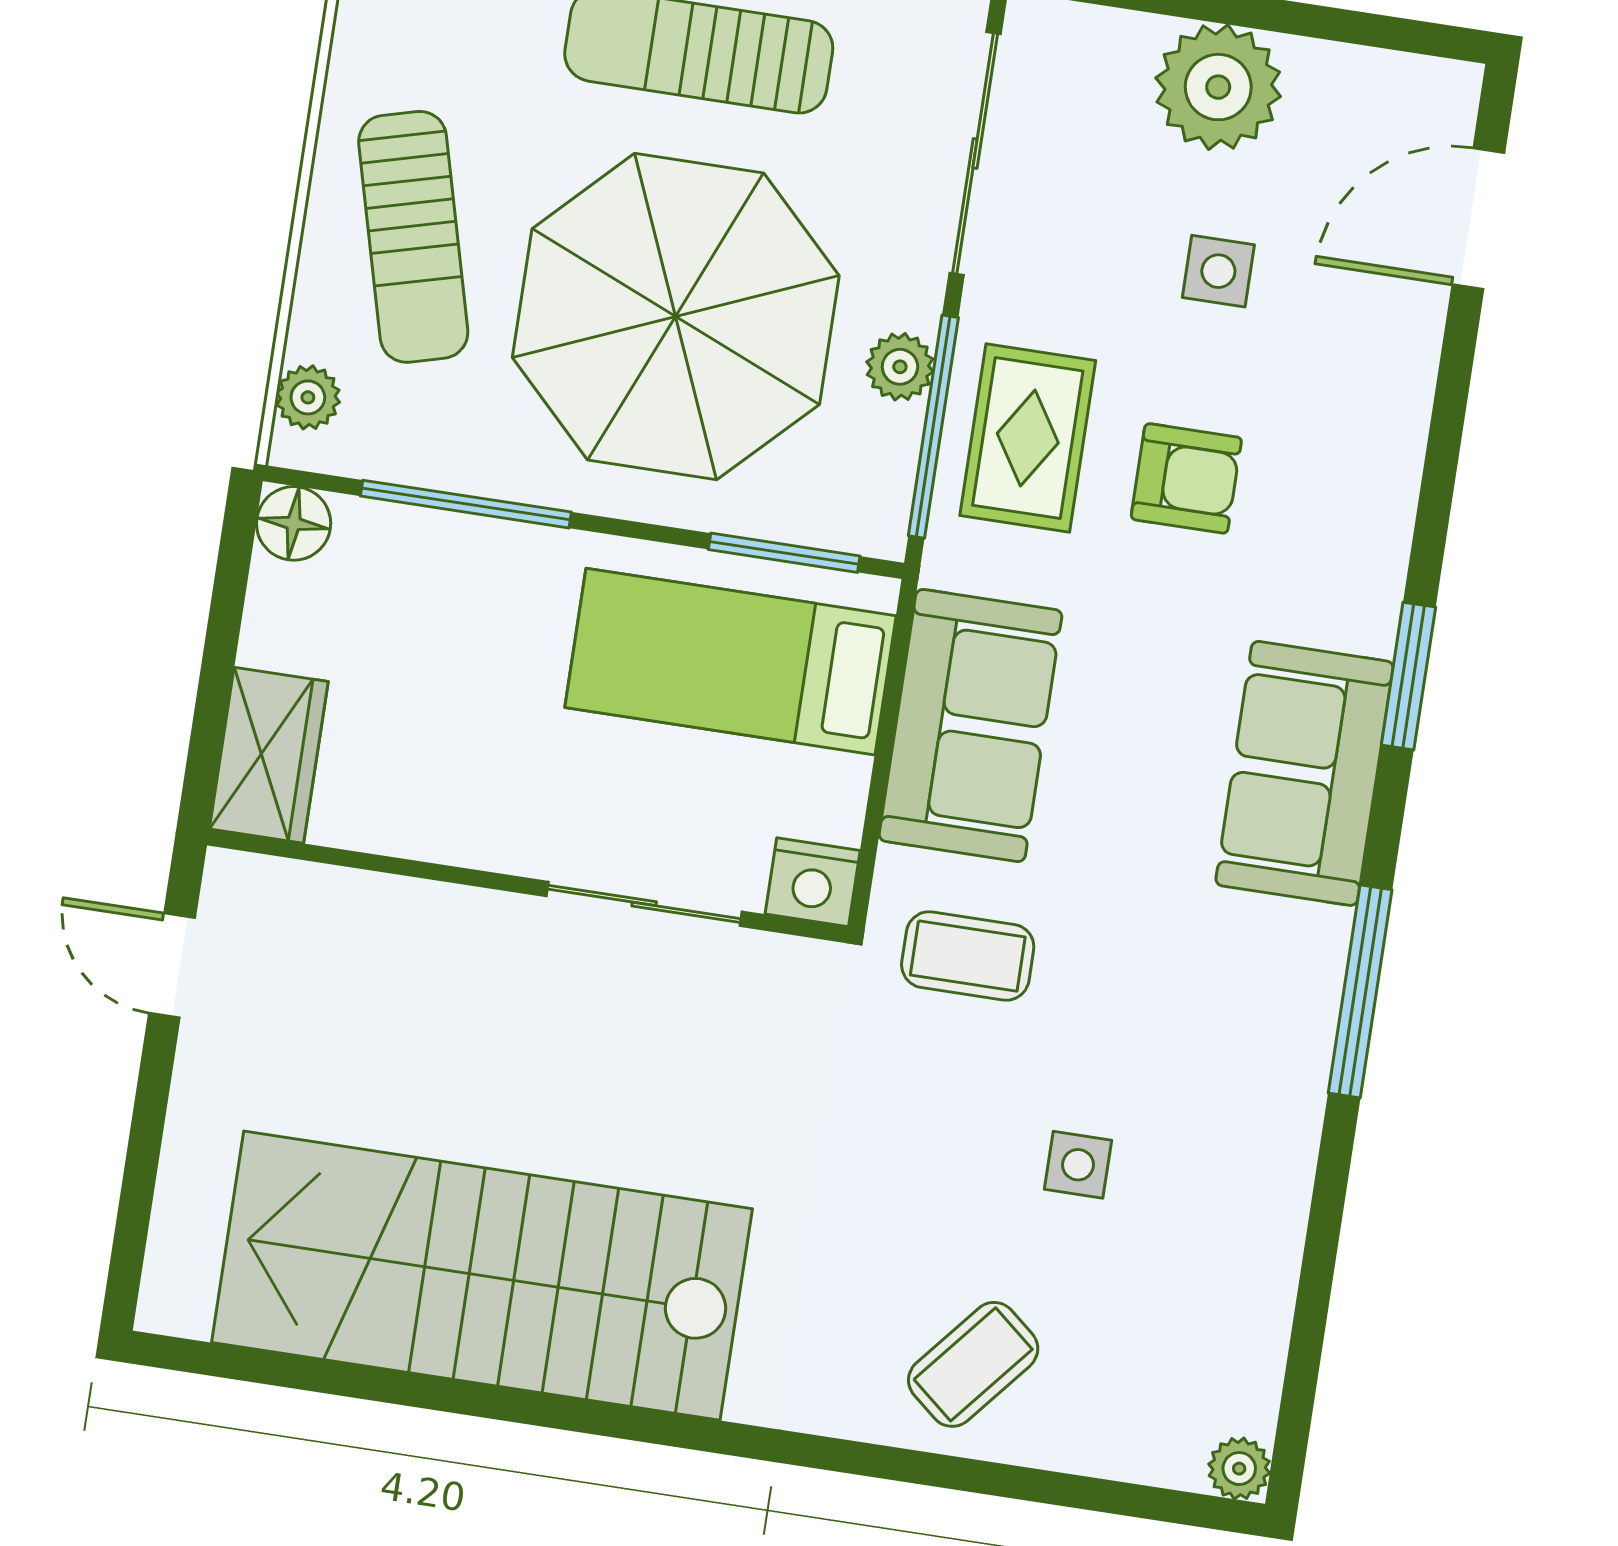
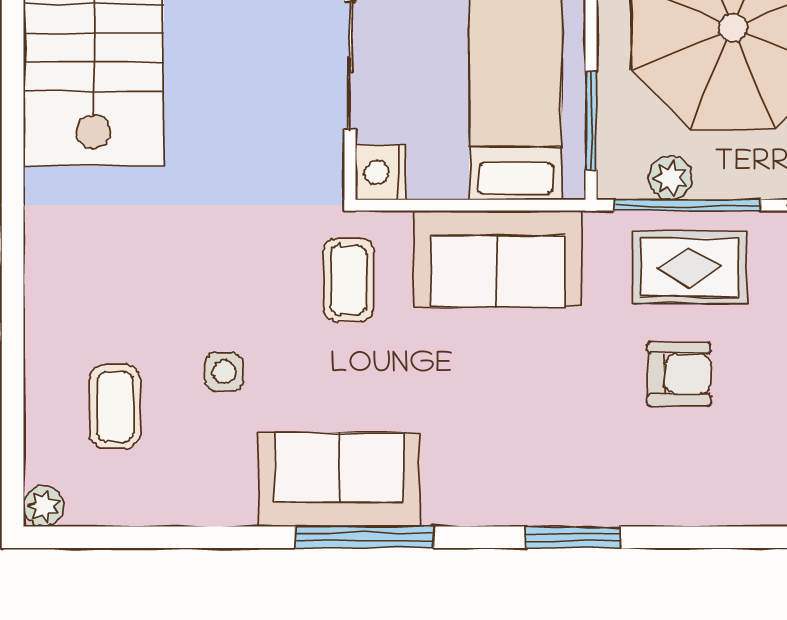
plant: (900, 367) -> (670, 178), moved
armchair: (1186, 478) -> (679, 374), turned -90
sofa: (1305, 773) -> (339, 480), moved
coffee table: (973, 1364) -> (115, 407), moved, turned 50

